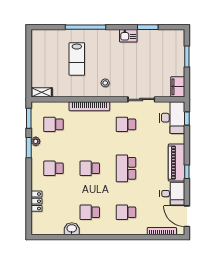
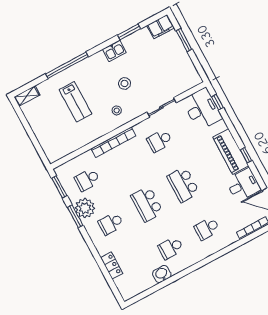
stool: (123, 65) -> (124, 83), added
filing cabinet: (178, 87) -> (161, 27), moved, turned -90
shelving: (42, 92) -> (27, 96), moved
plant: (36, 141) -> (85, 208), width x1.87, depth x1.87
school desk: (90, 168) -> (147, 204), width x1.85

